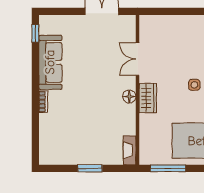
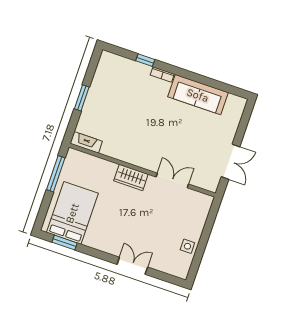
window: (35, 33) -> (145, 60), moved
side table: (194, 85) -> (187, 246), moved
floor lamp: (129, 96) -> (139, 160), removed

